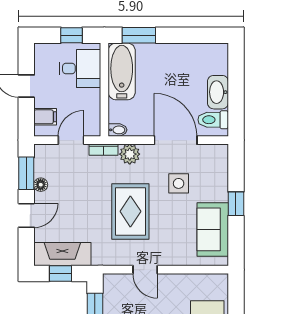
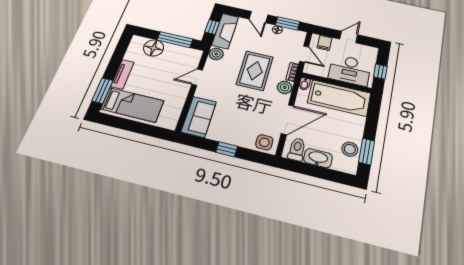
window: (139, 35) -> (367, 152), moved
stool: (196, 56) -> (350, 149), added
desk: (80, 69) -> (350, 70), width x1.37
bathtub: (122, 71) -> (339, 98), width x1.36, depth x1.36
side table: (179, 183) -> (264, 142), moved
rug: (130, 211) -> (255, 71), moved, turned 90
sofa: (213, 229) -> (199, 117), moved, turned 90
plant: (103, 256) -> (216, 54), added

